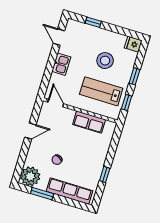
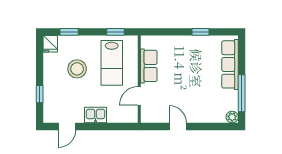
window: (135, 76) -> (69, 32), moved
door: (56, 103) -> (139, 96), moved
chair: (57, 160) -> (200, 88), removed
plant: (30, 176) -> (232, 117), width x0.53, depth x0.53
window: (42, 194) -> (242, 93), width x1.44

